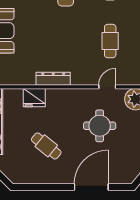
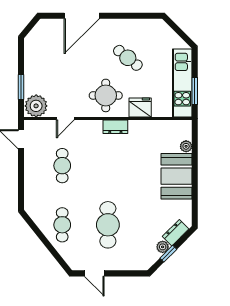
dresser: (53, 79) -> (115, 127), width x0.70
round table: (100, 126) -> (106, 95), moved

